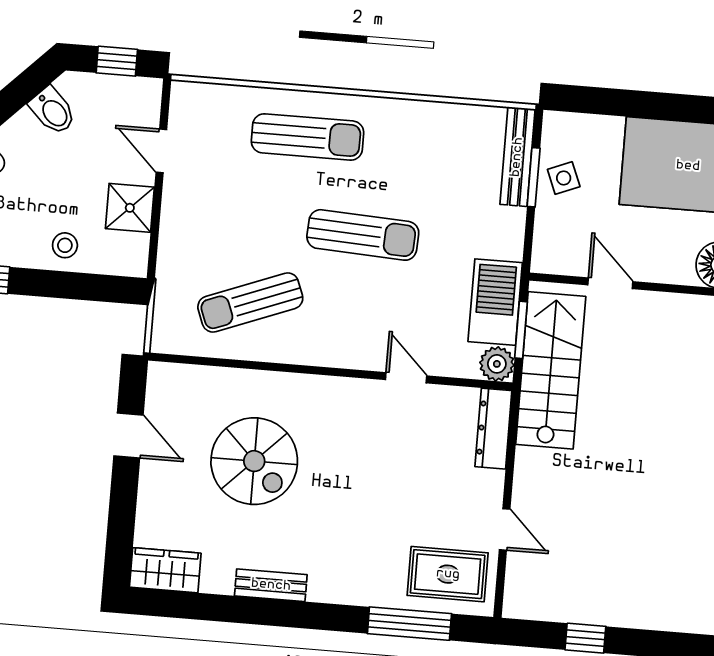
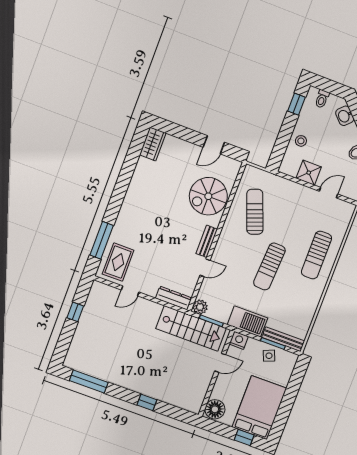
nightstand: (548, 256) -> (239, 340), added
barbecue: (495, 302) -> (247, 321), moved
spiral stairs: (254, 461) -> (208, 196), moved
bench: (271, 585) -> (207, 241), moved

